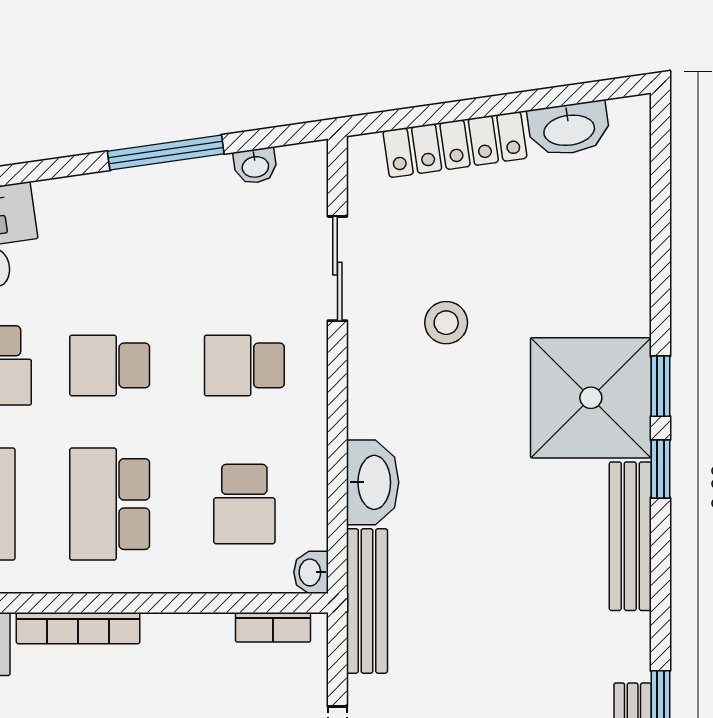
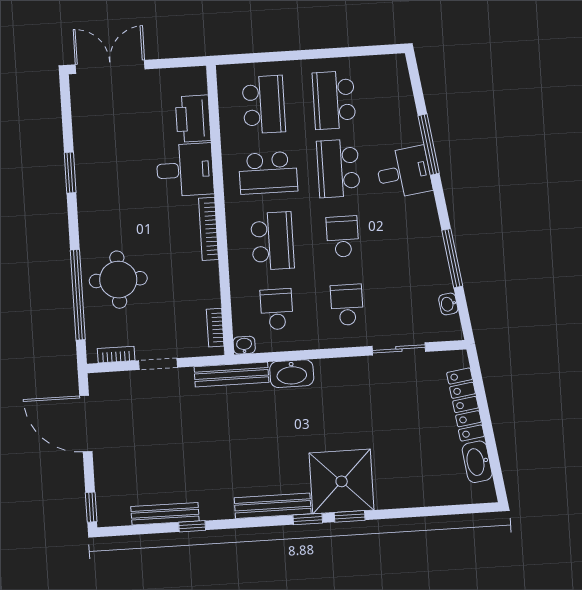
stool: (446, 323) -> (375, 406), removed
school desk: (110, 504) -> (272, 241), turned 90
school desk: (244, 504) -> (277, 309), turned 90

